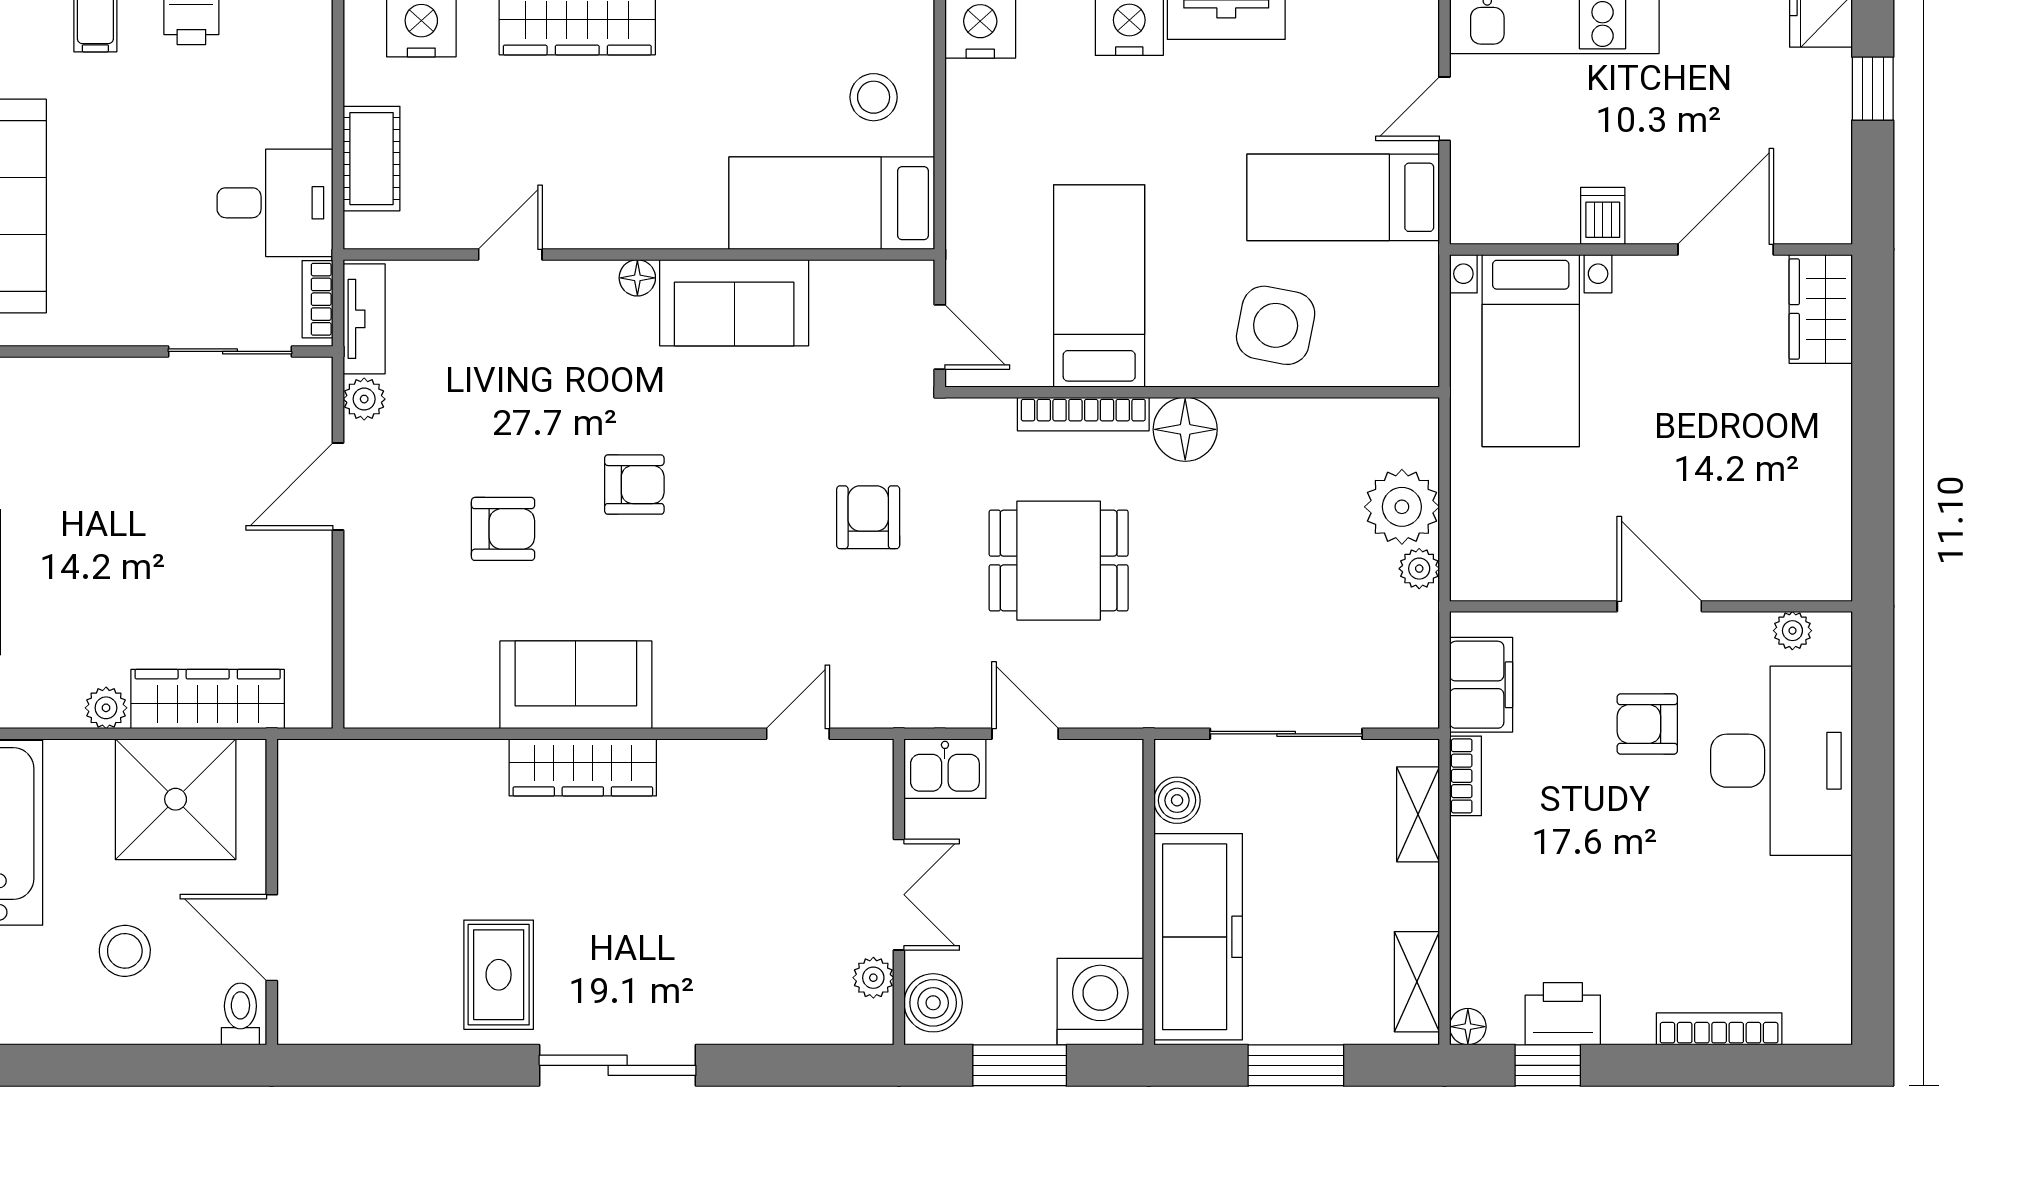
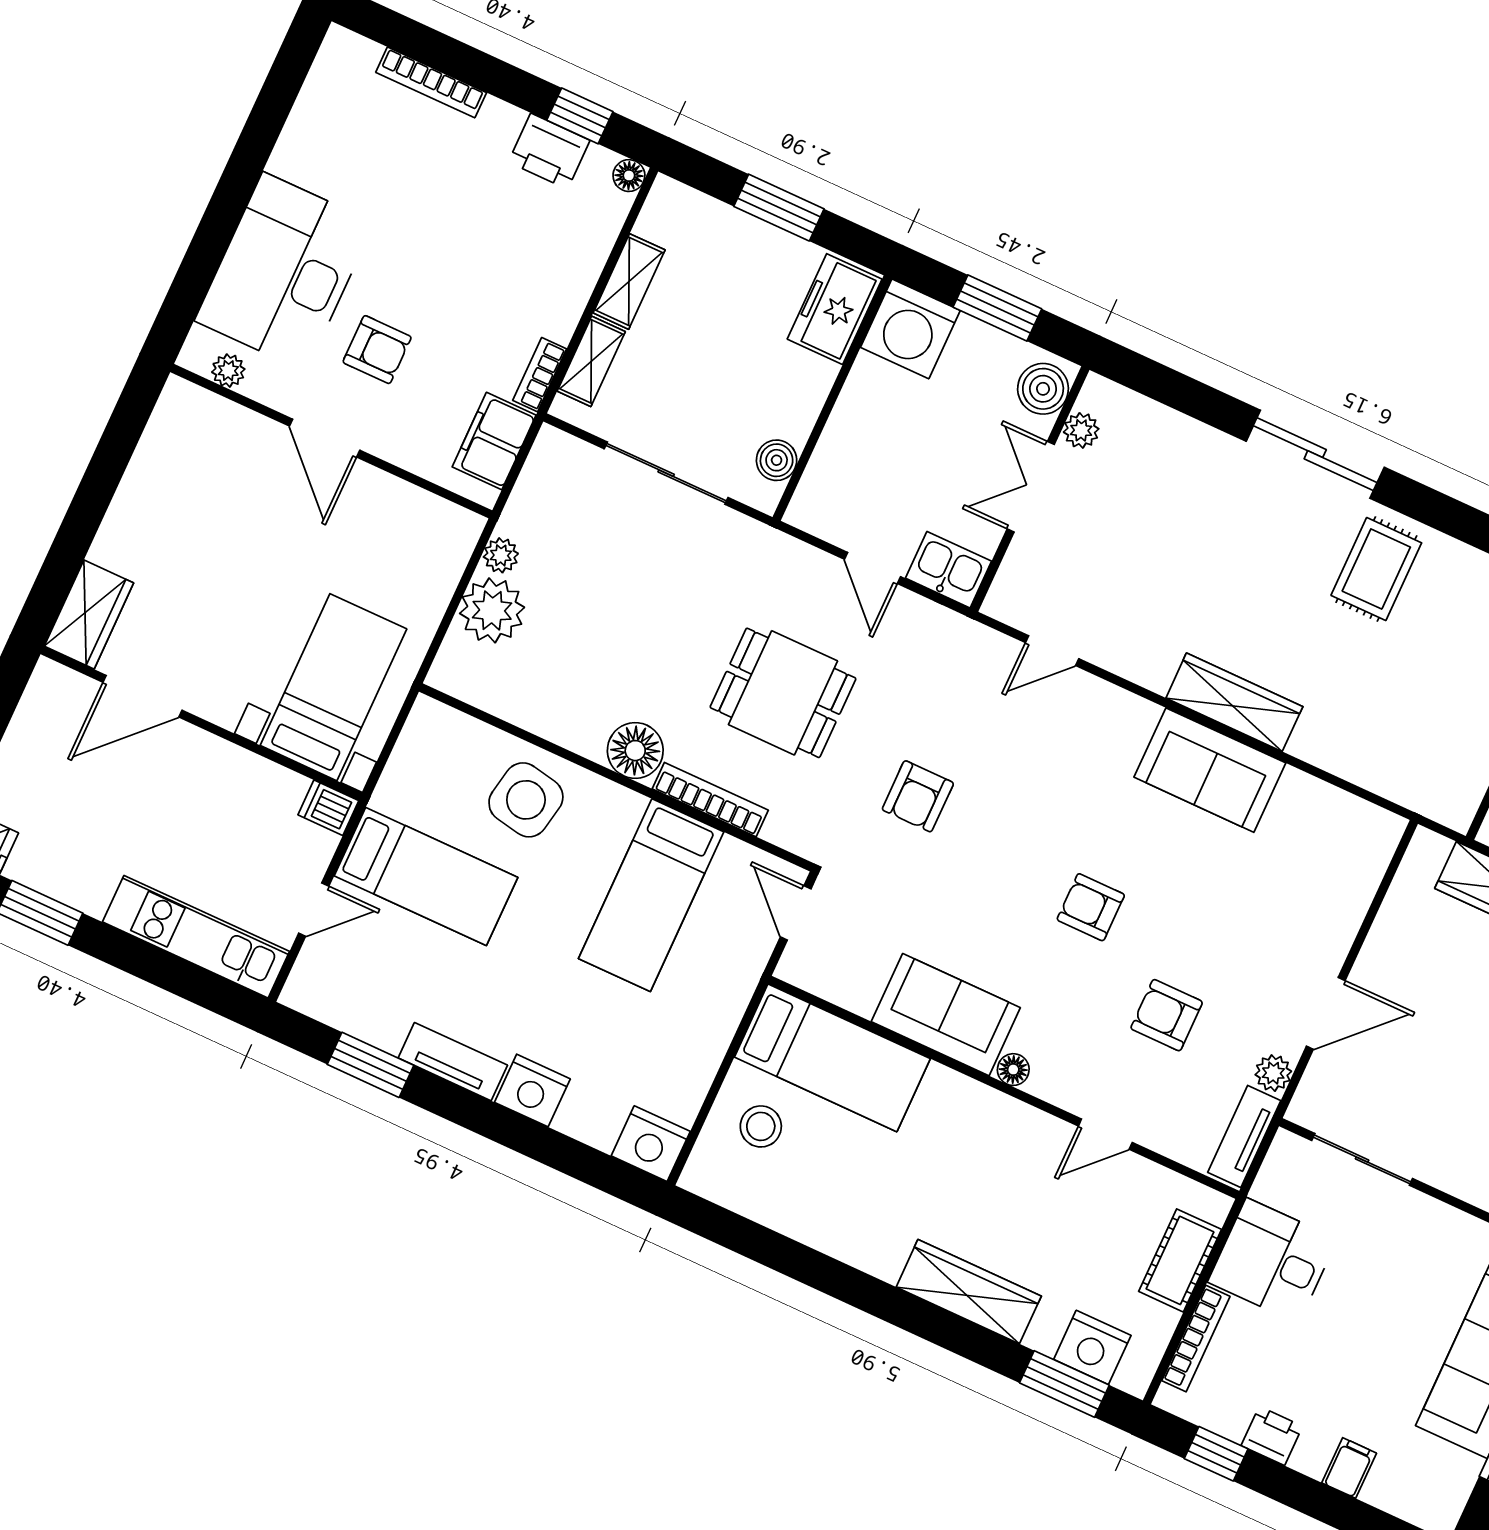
dishwasher: (1603, 216) -> (328, 808), moved, turned 90
bookcase: (317, 299) -> (1196, 1339), moved, width x1.56
armchair: (503, 529) -> (1167, 1015), moved
freezer: (1198, 937) -> (835, 309), width x0.52, depth x0.79
shelving: (1417, 982) -> (629, 281), moved

